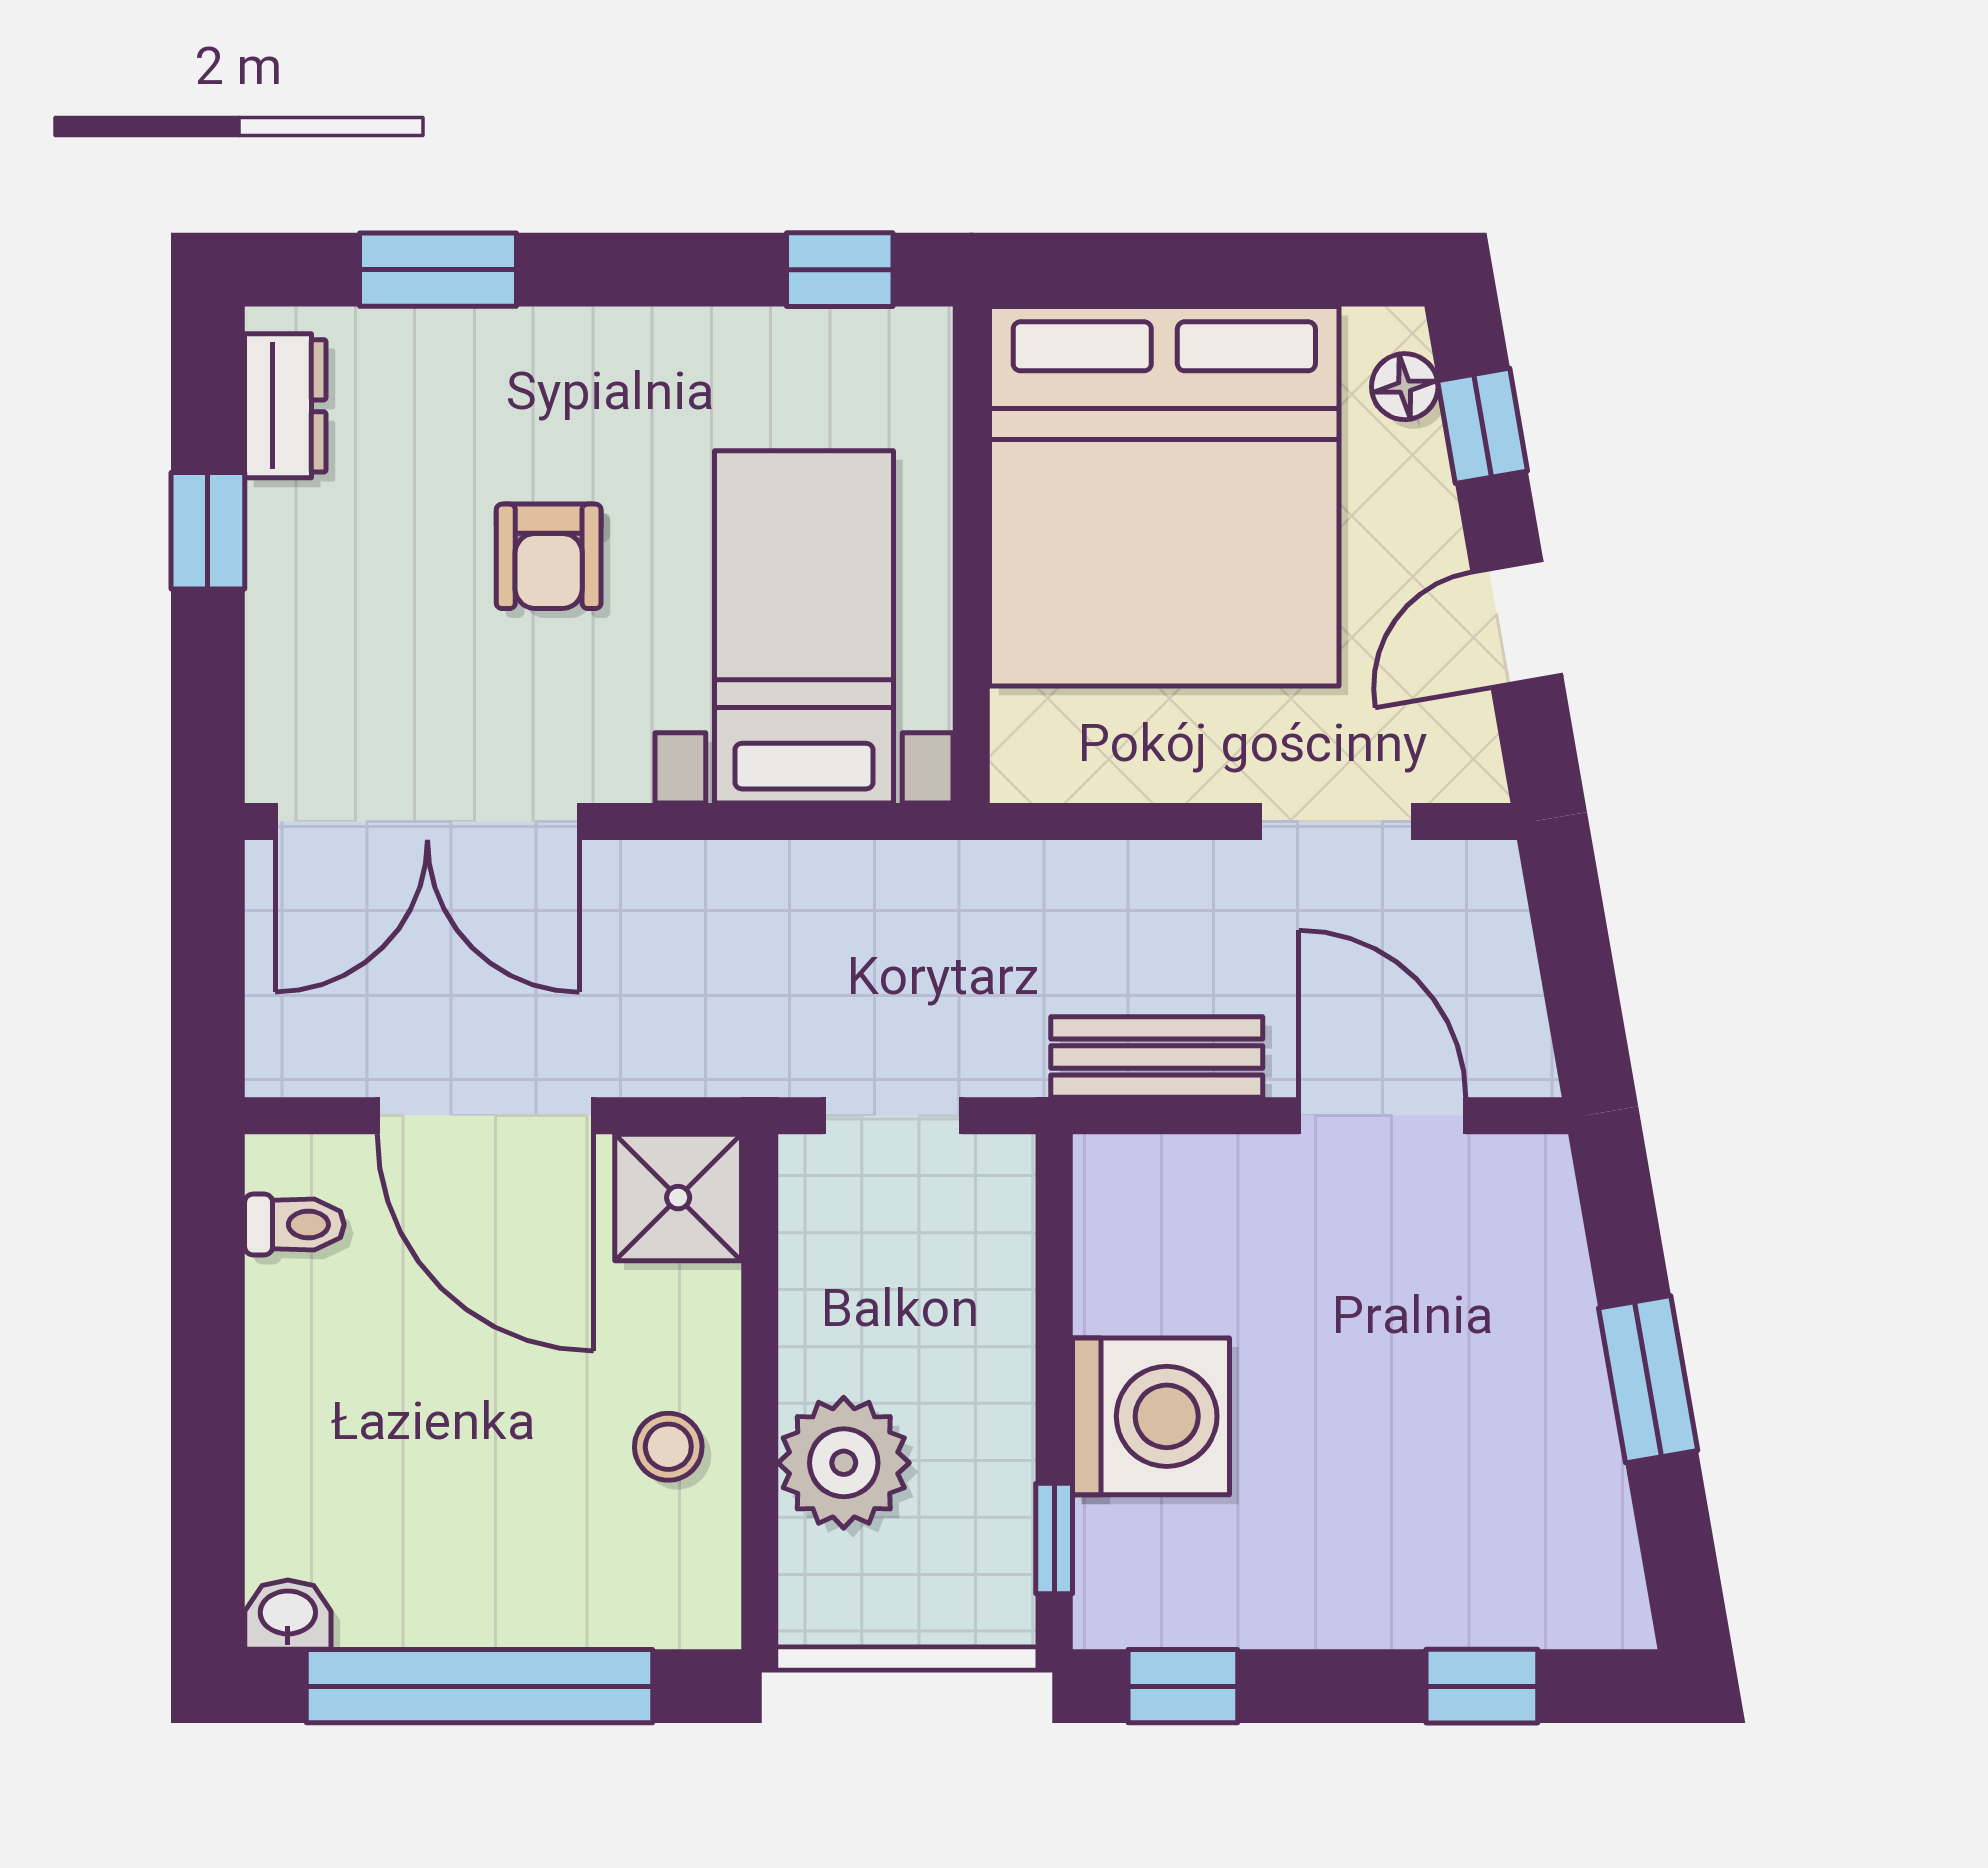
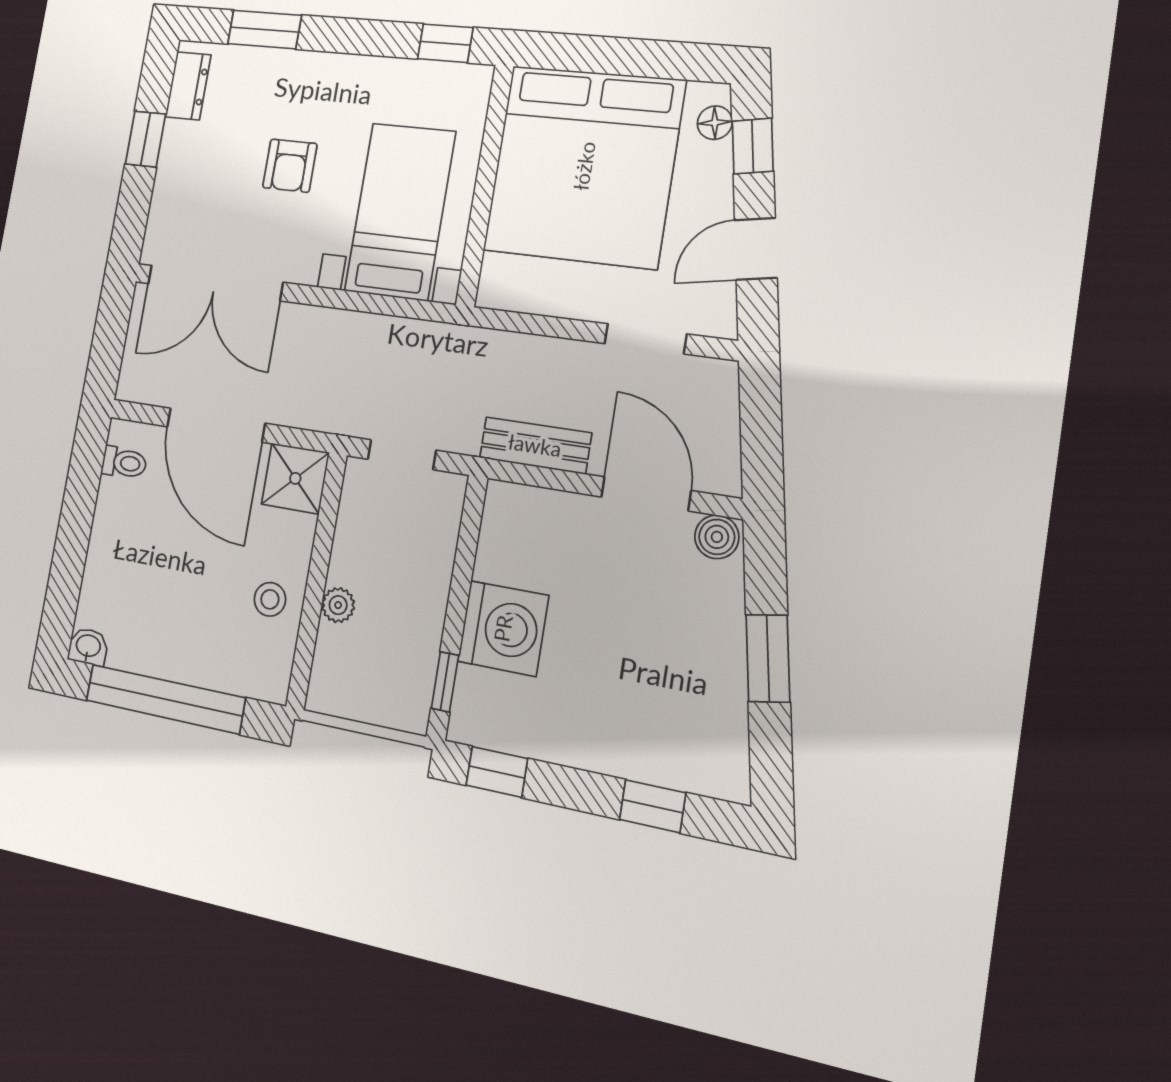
boiler: (1525, 1175) -> (717, 537), added
plant: (844, 1463) -> (338, 605), width x0.53, depth x0.53

